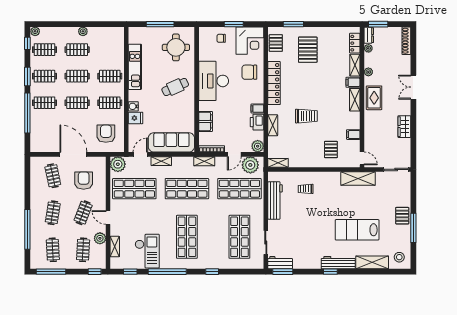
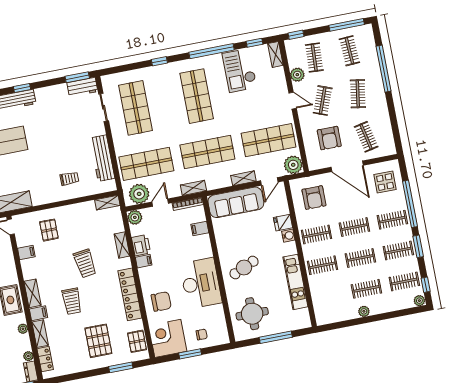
trolley: (323, 87) -> (72, 301), added
trolley: (306, 116) -> (85, 263), turned -98
filing cabinet: (206, 121) -> (200, 228), width x0.50
display table: (44, 135) -> (385, 182), added
shelving: (115, 247) -> (275, 54), moved

